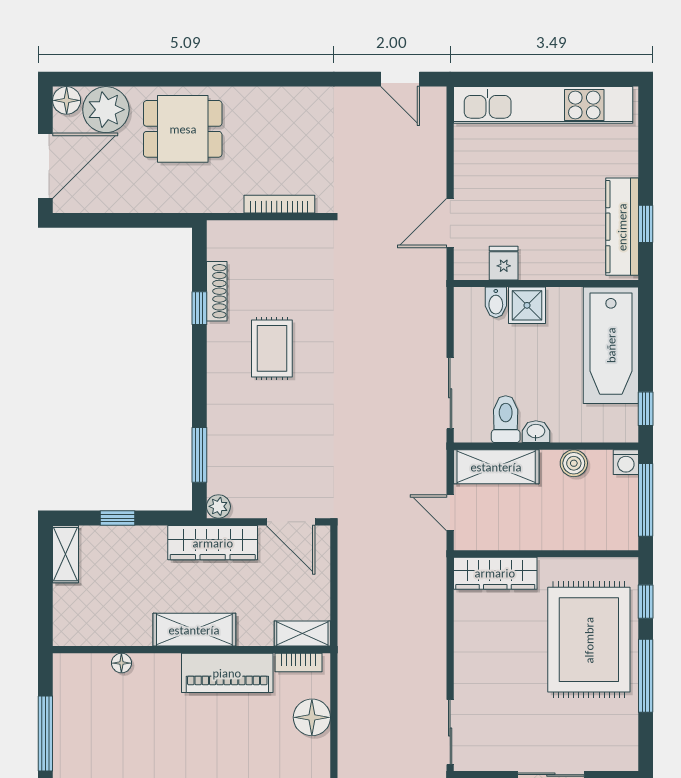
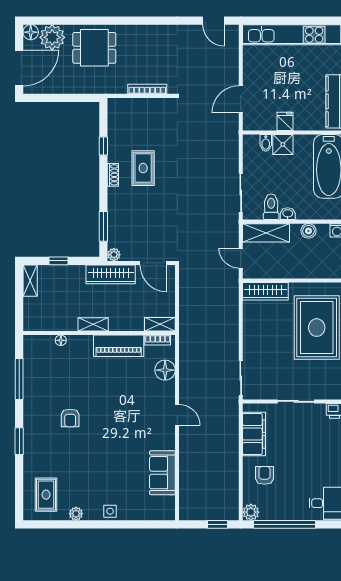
fridge: (504, 263) -> (285, 121), moved
shoe rack: (217, 291) -> (113, 175), moved, width x0.70
shelving: (194, 630) -> (93, 324), width x0.67, depth x0.75

